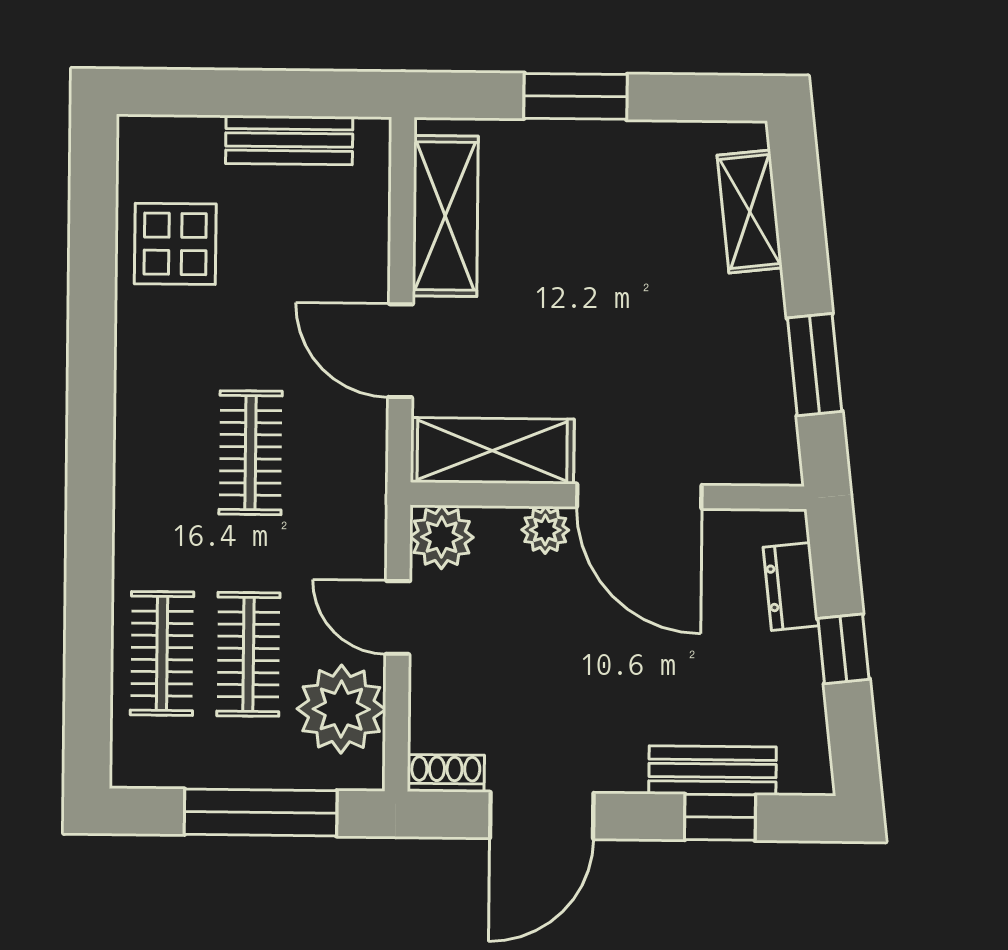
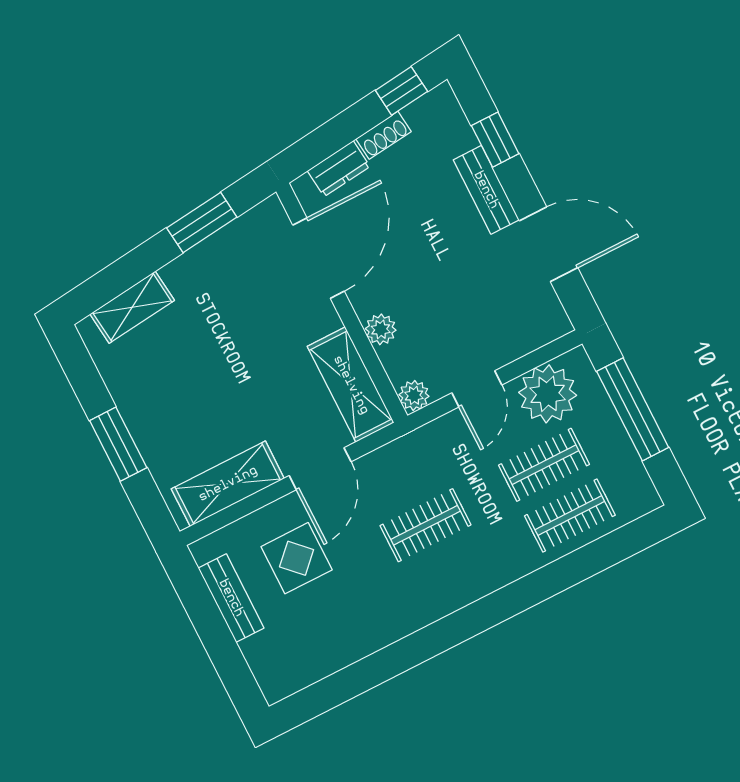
display table: (175, 244) -> (297, 558), moved
door: (639, 496) -> (319, 258), moved
plant: (442, 537) -> (414, 395), width x0.73, depth x0.73
window: (843, 649) -> (401, 91), moved
bench: (713, 771) -> (486, 190), moved
shoe rack: (446, 773) -> (384, 135), moved, turned -96

